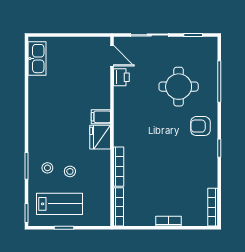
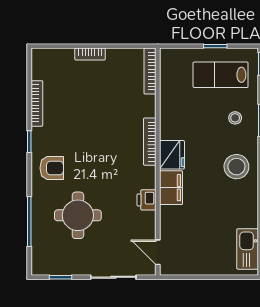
printer: (121, 77) -> (147, 200), moved
filing cabinet: (101, 117) -> (171, 188), width x2.00
bookcase: (119, 167) -> (150, 142), moved
stool: (70, 171) -> (236, 167), moved, width x1.89, depth x1.89
bookcase: (213, 207) -> (37, 103), moved

